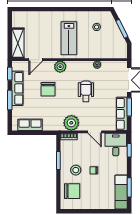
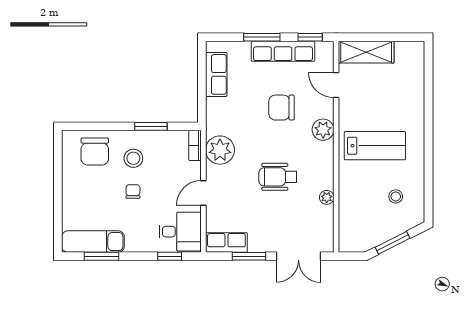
lab bench: (69, 38) -> (375, 146), turned 180
wheelchair: (86, 91) -> (278, 177), turned 180
row of seats: (122, 114) -> (226, 243), width x0.68

